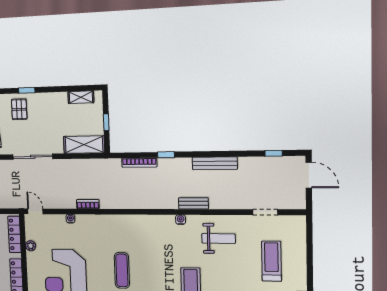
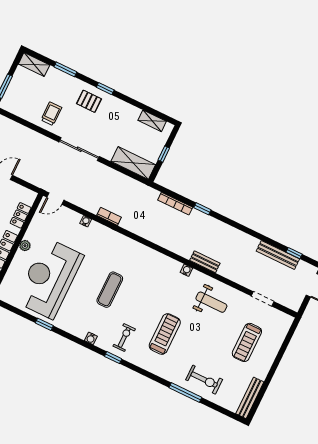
pallet: (19, 109) -> (89, 101), turned 90
bench: (215, 163) -> (278, 255), moved
door: (35, 211) -> (55, 199), swing flipped
locker: (14, 234) -> (21, 215), width x0.66
plant: (31, 246) -> (25, 246), moved
treadmill: (271, 261) -> (247, 342), turned 180

